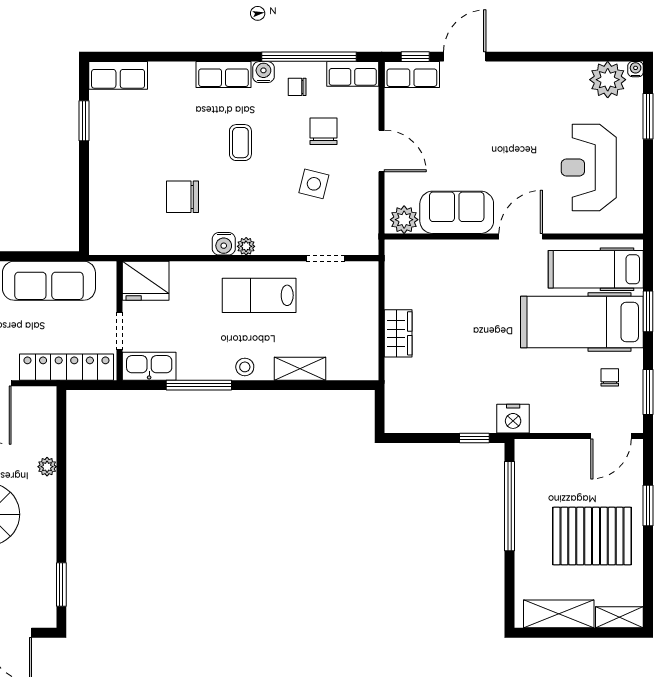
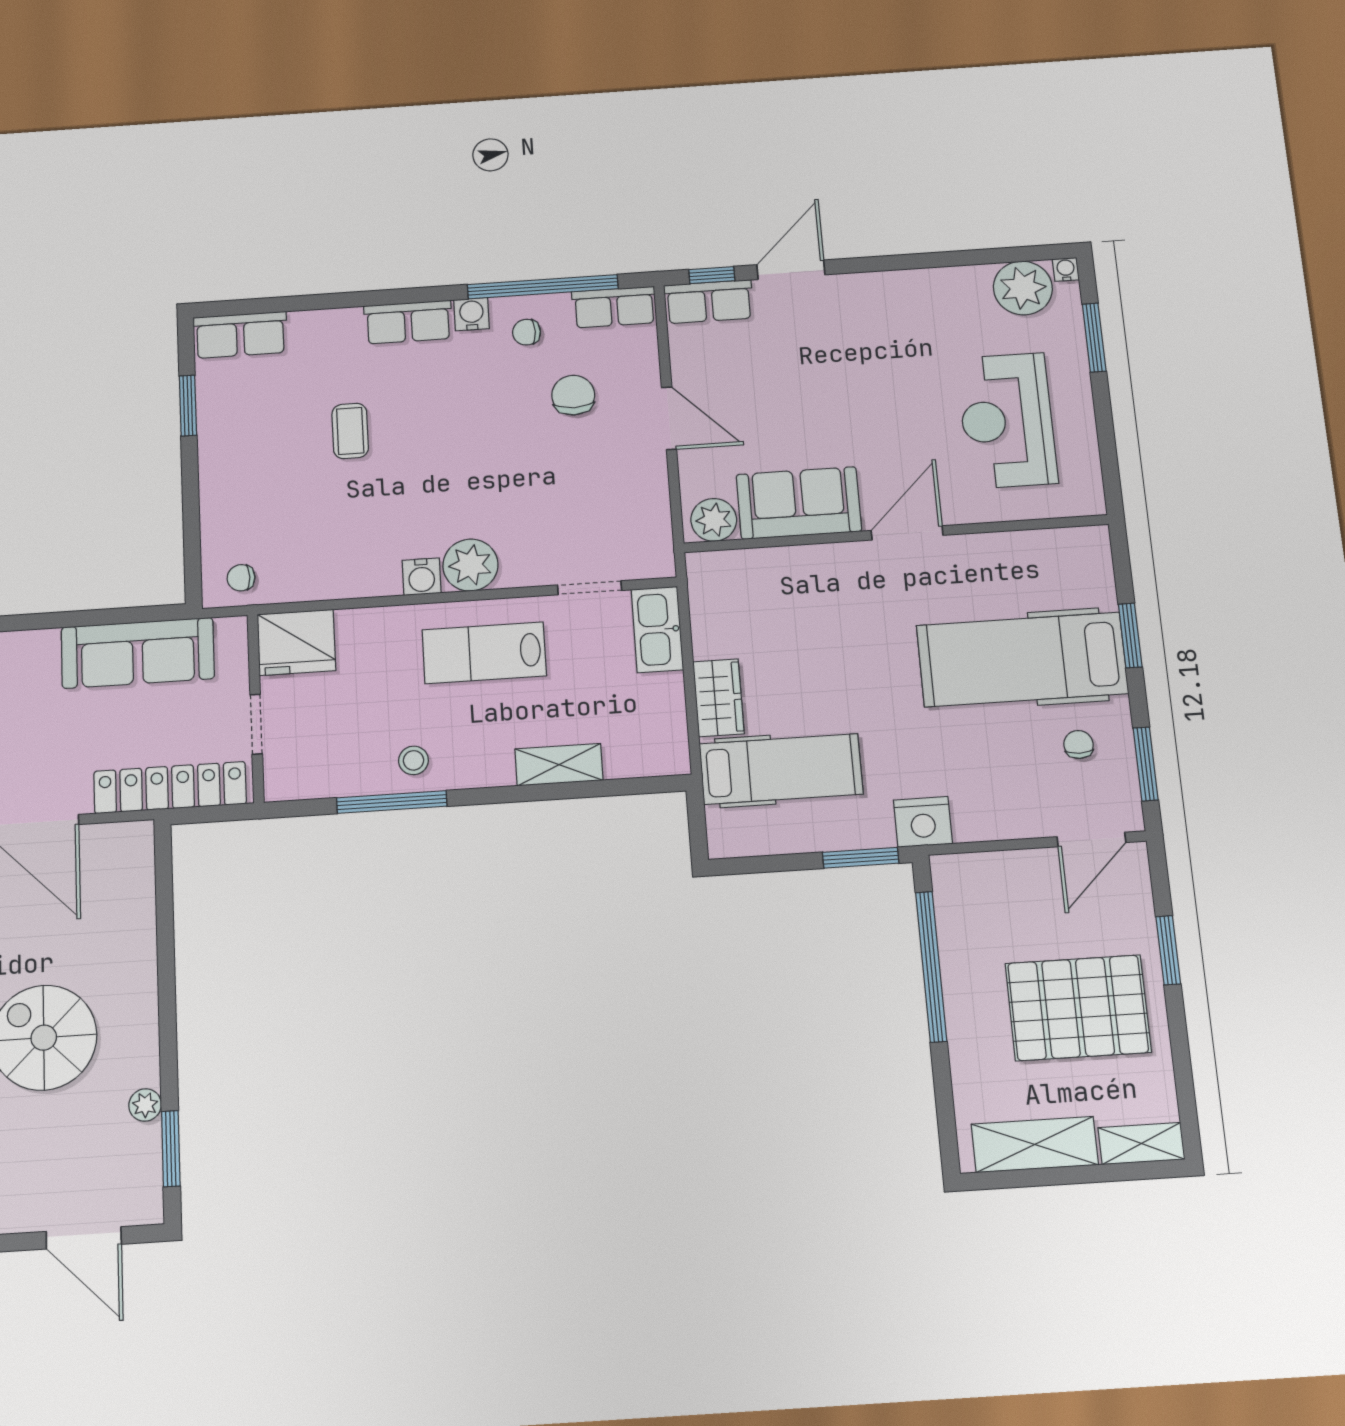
coffee table: (240, 143) -> (350, 431), moved
side table: (314, 184) -> (563, 475), removed
chair: (183, 197) -> (241, 578), moved, width x0.54, depth x0.54
plant: (246, 246) -> (470, 565), width x1.88, depth x1.88
hospital bed: (596, 269) -> (781, 769), moved, turned 180
kitchen sink: (149, 366) -> (657, 629), moved, turned -90
stool: (245, 367) -> (413, 760), moved
window: (474, 438) -> (861, 858), width x1.50
plant: (47, 467) -> (145, 1105), moved

